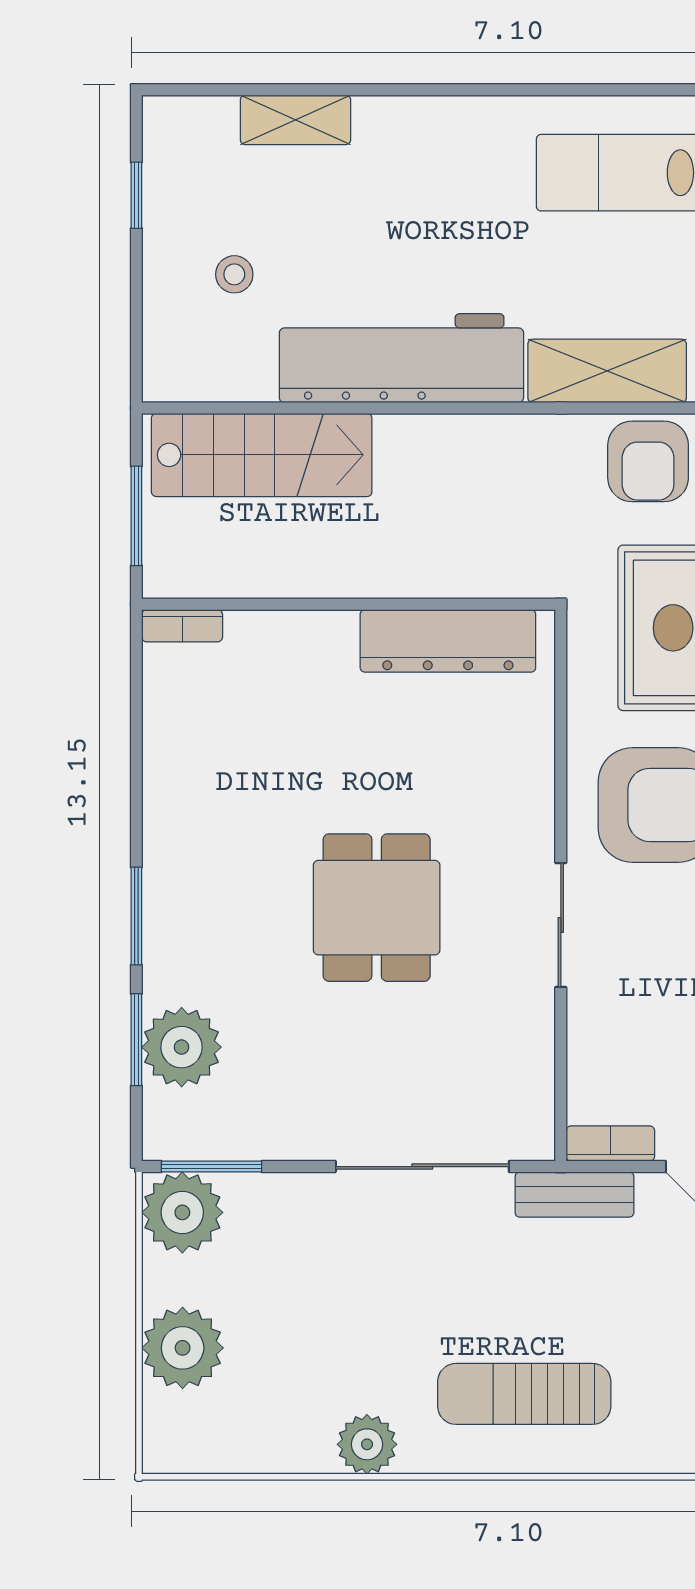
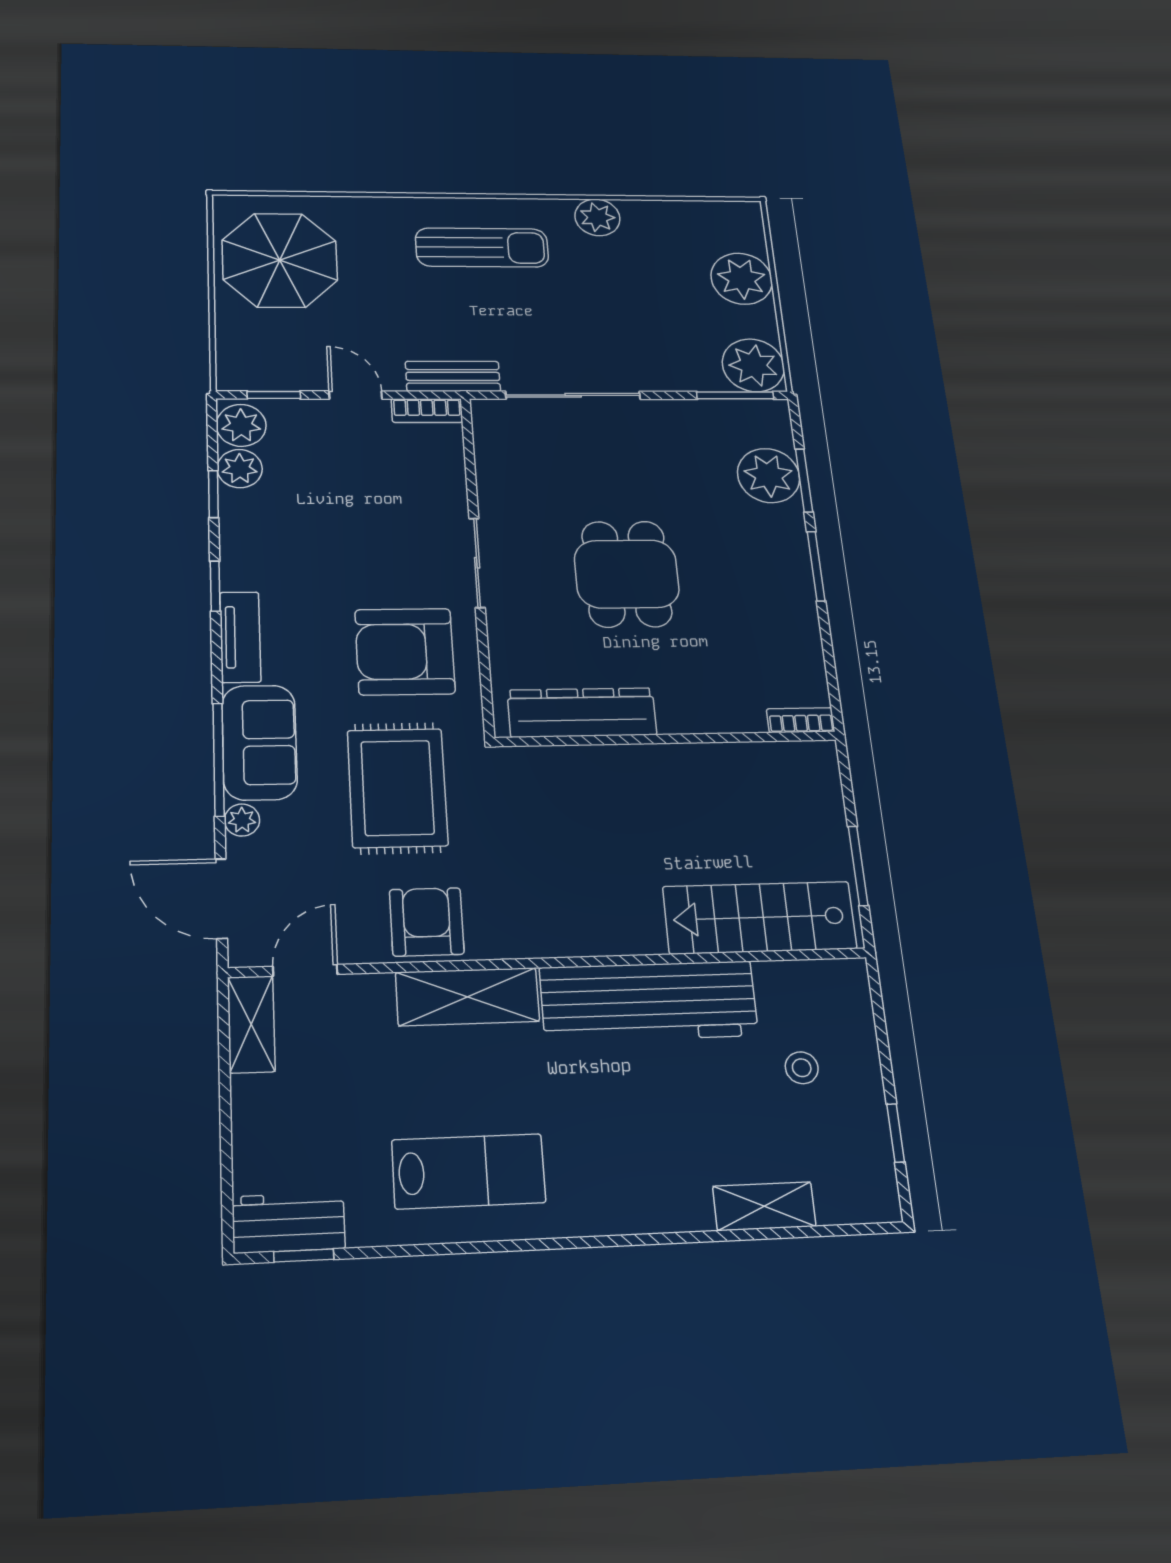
wall: (349, 604) -> (667, 739), moved
bookcase: (182, 626) -> (801, 720), moved
dresser: (448, 641) -> (582, 713), moved

